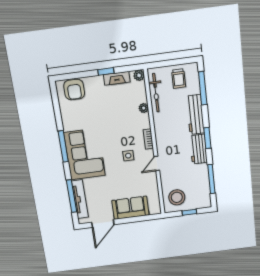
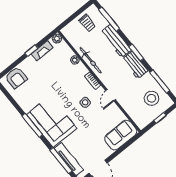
bicycle: (156, 93) -> (91, 60), moved
stool: (177, 197) -> (151, 98), moved
sofa: (130, 208) -> (121, 135), moved

